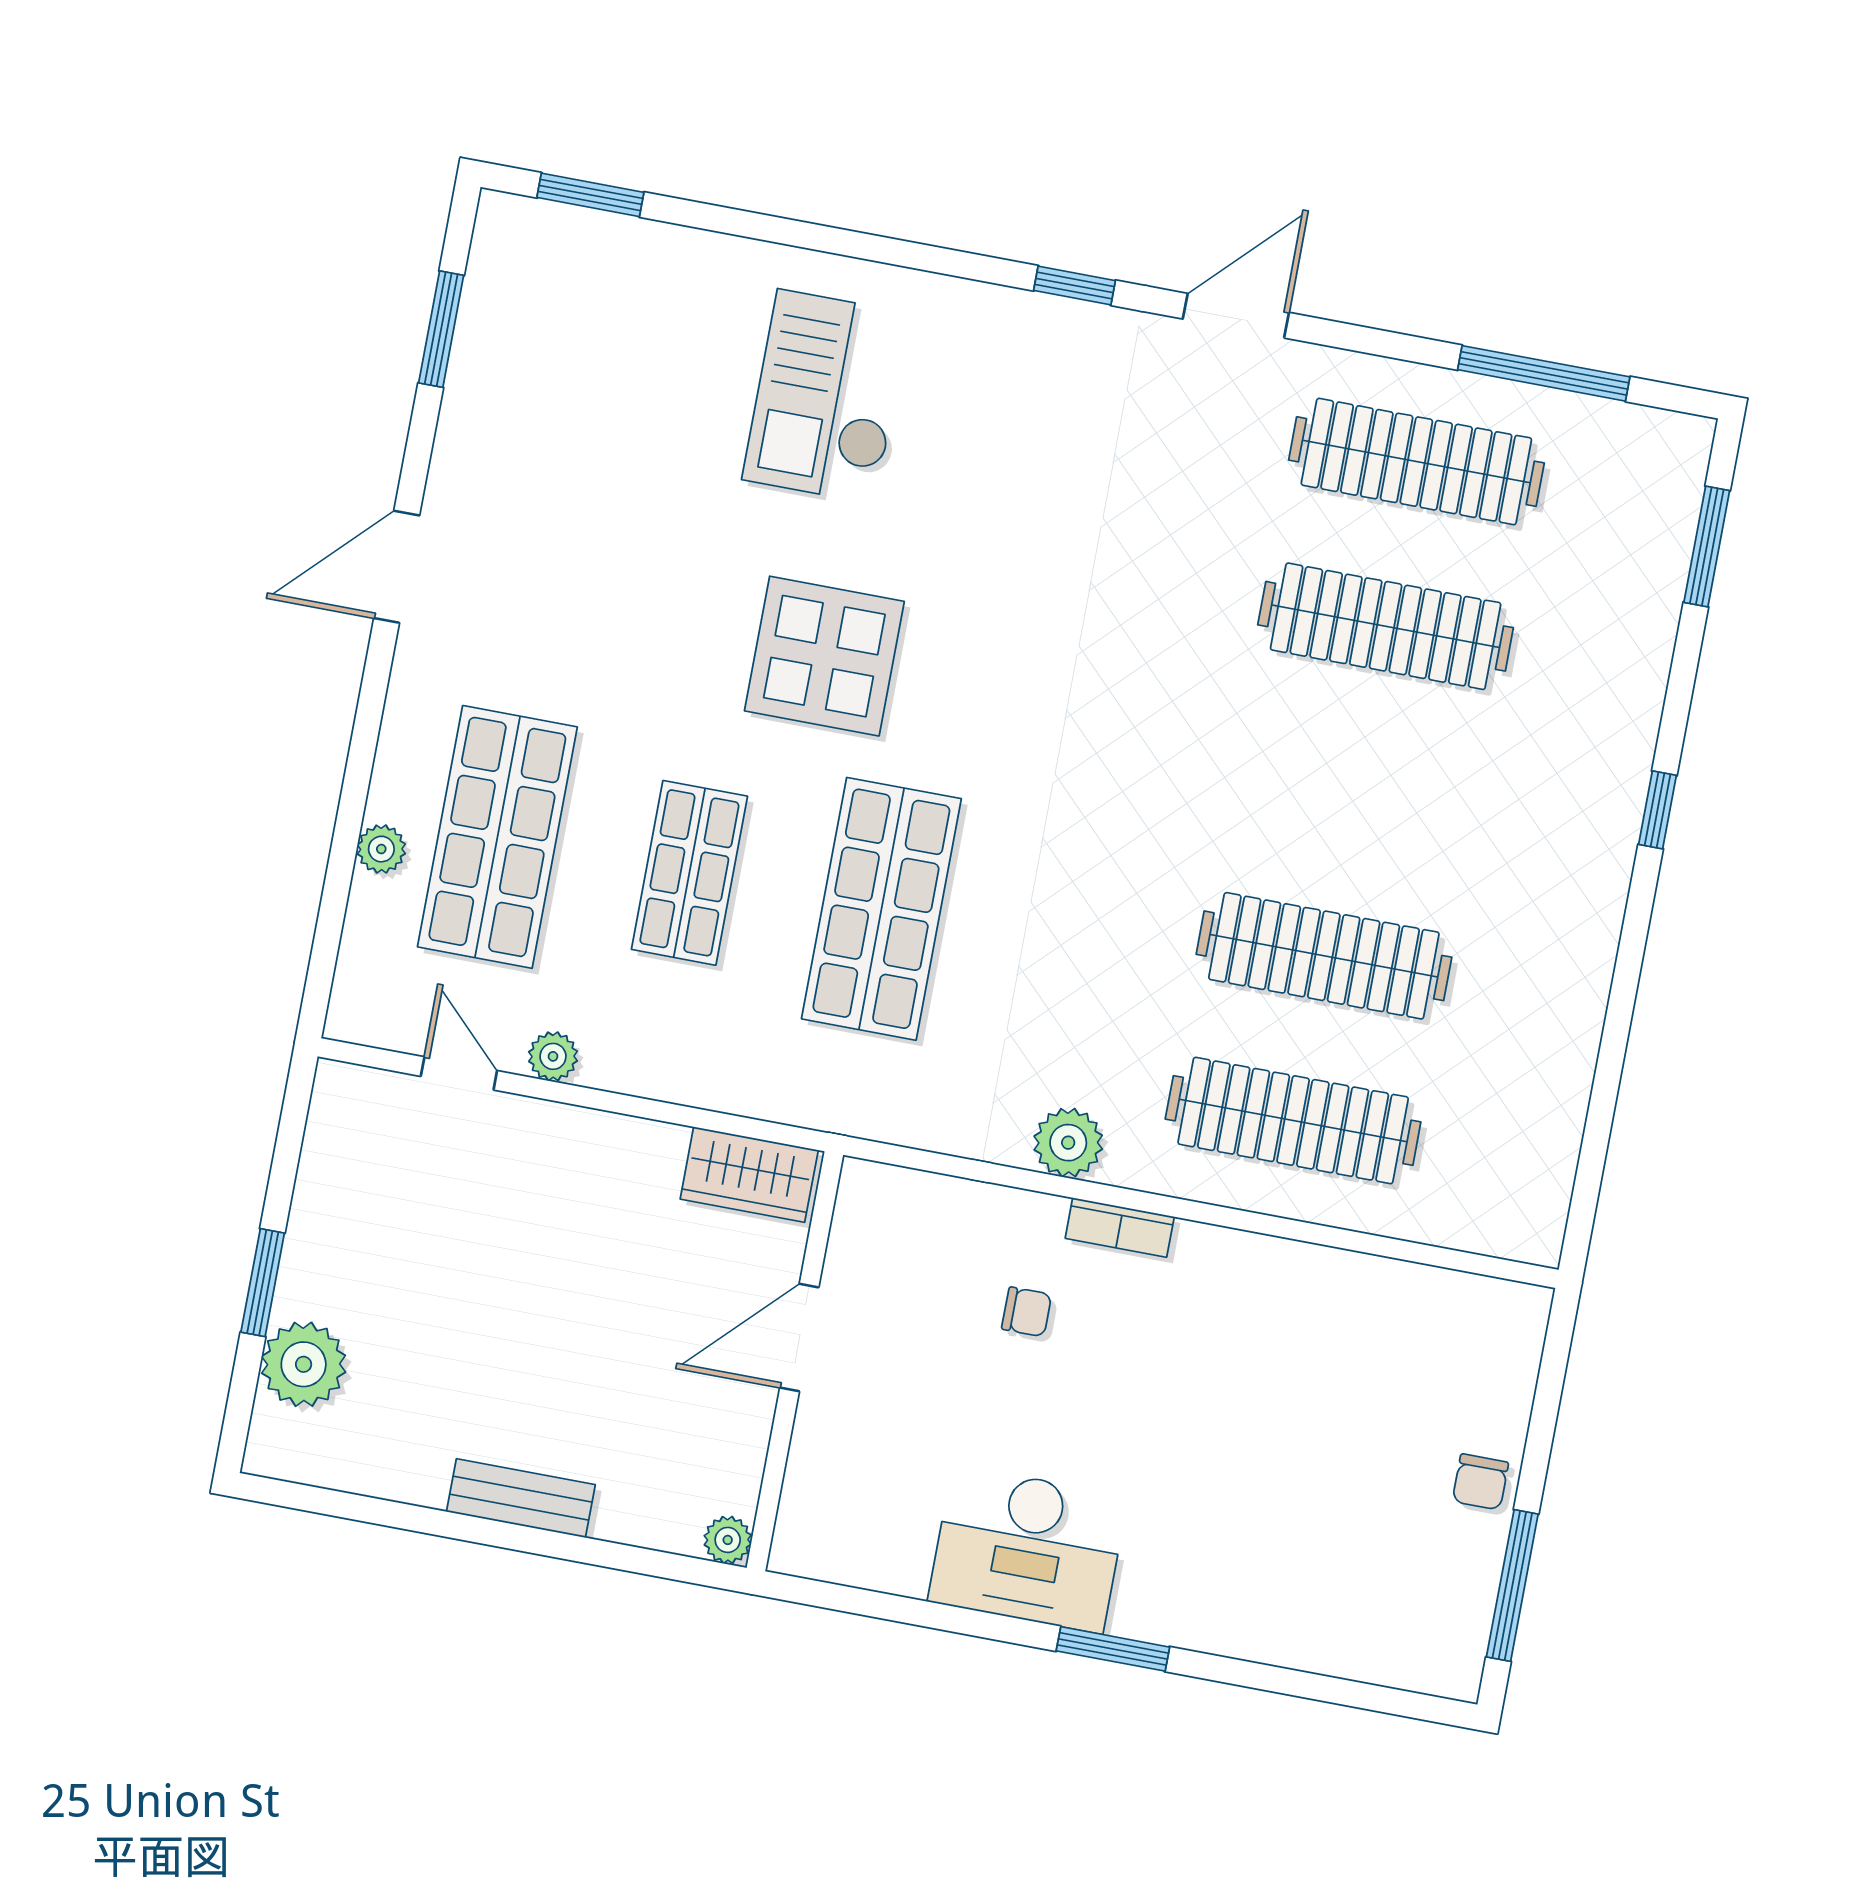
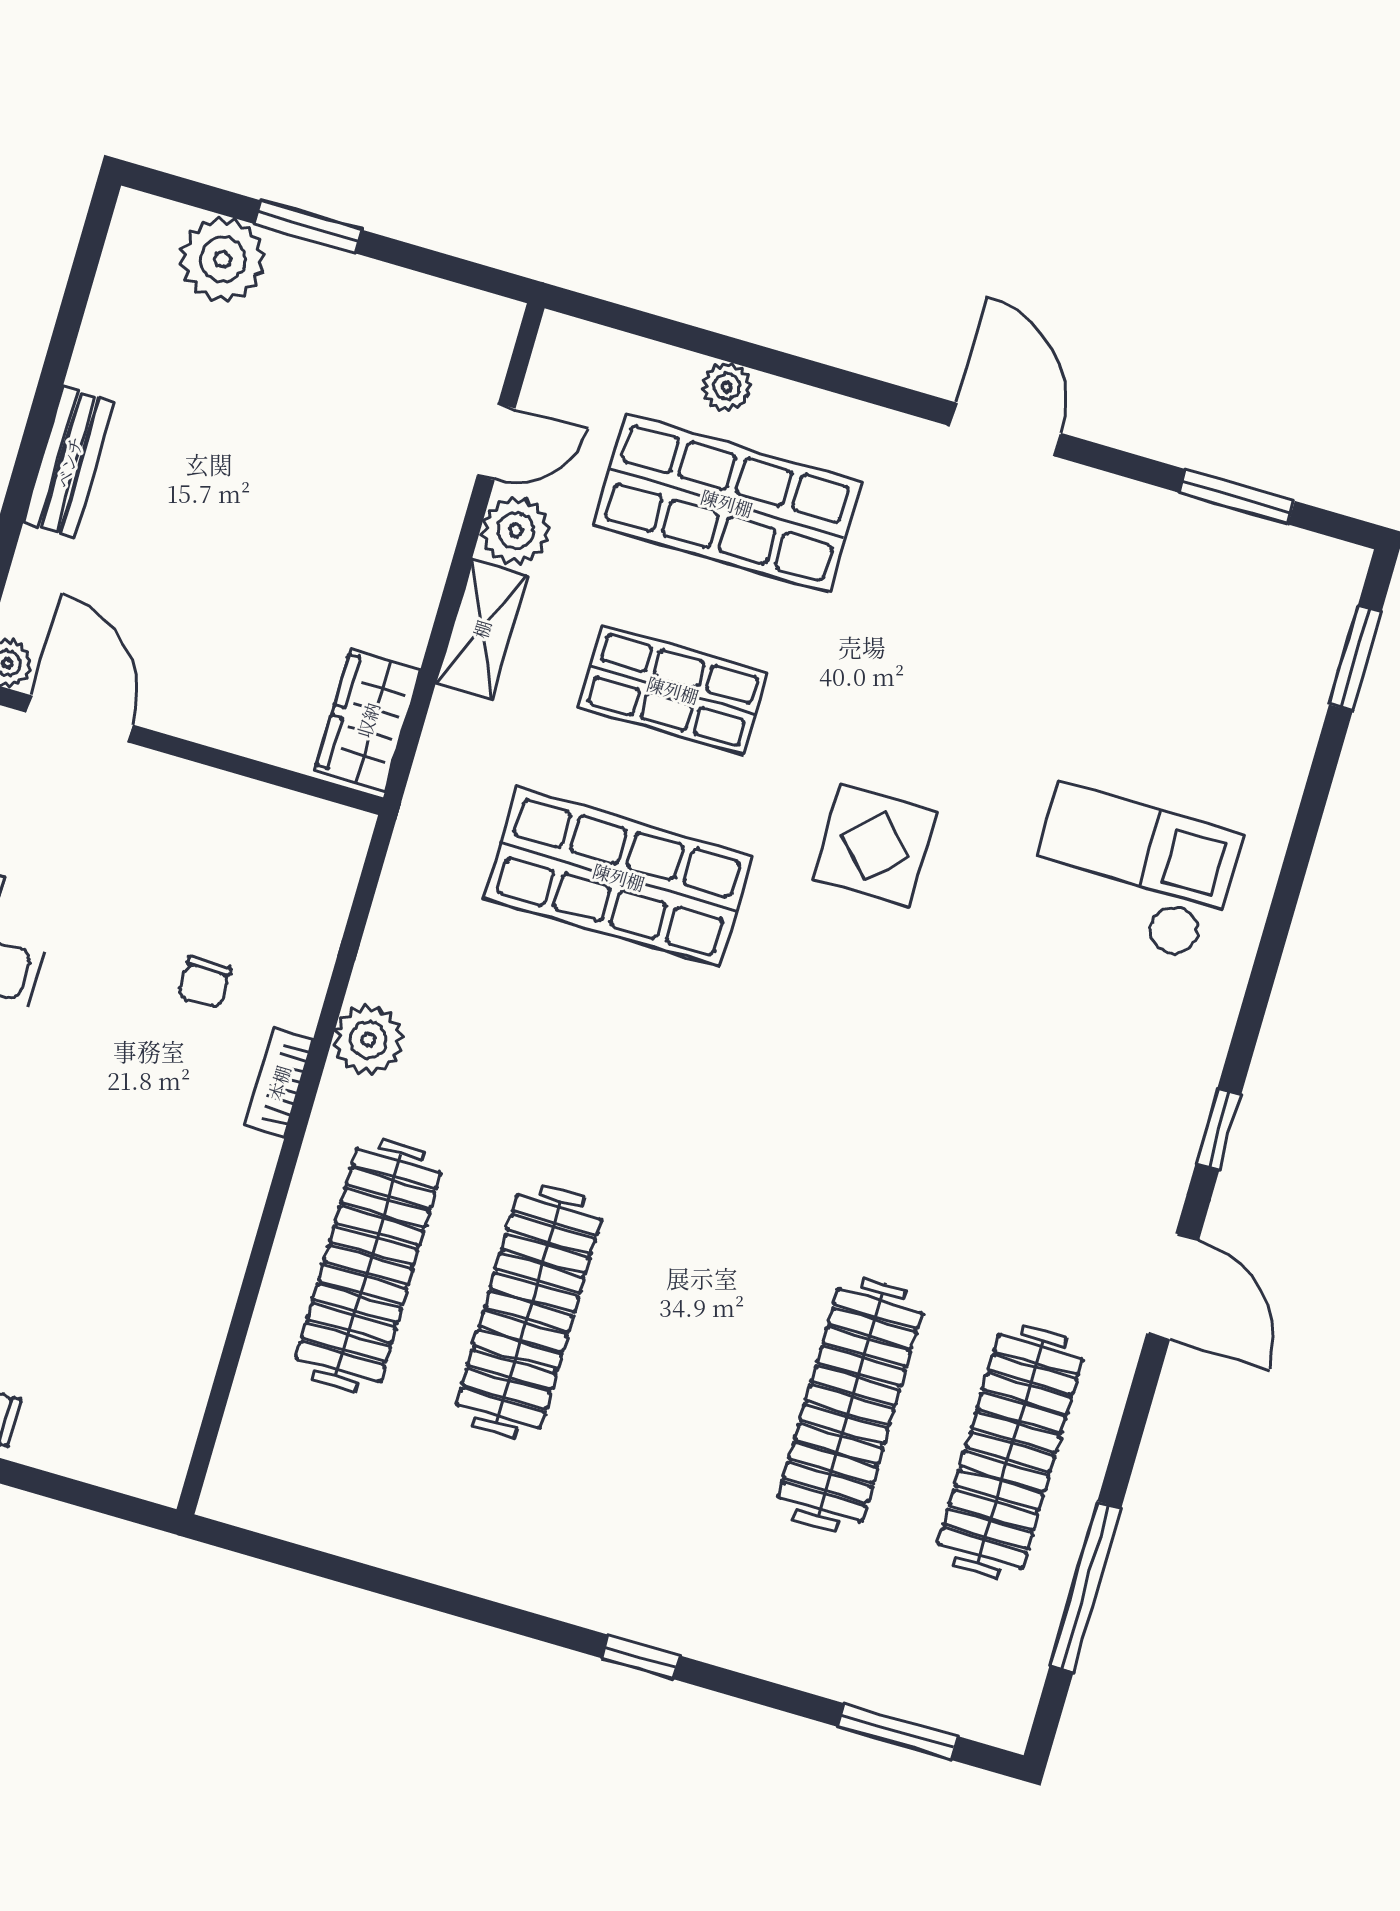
display table: (824, 656) -> (875, 845), width x0.73, depth x0.73
plant: (553, 1056) -> (516, 531), width x1.38, depth x1.38
shelving: (647, 1070) -> (482, 629), added
door: (799, 1338) -> (79, 719), moved

